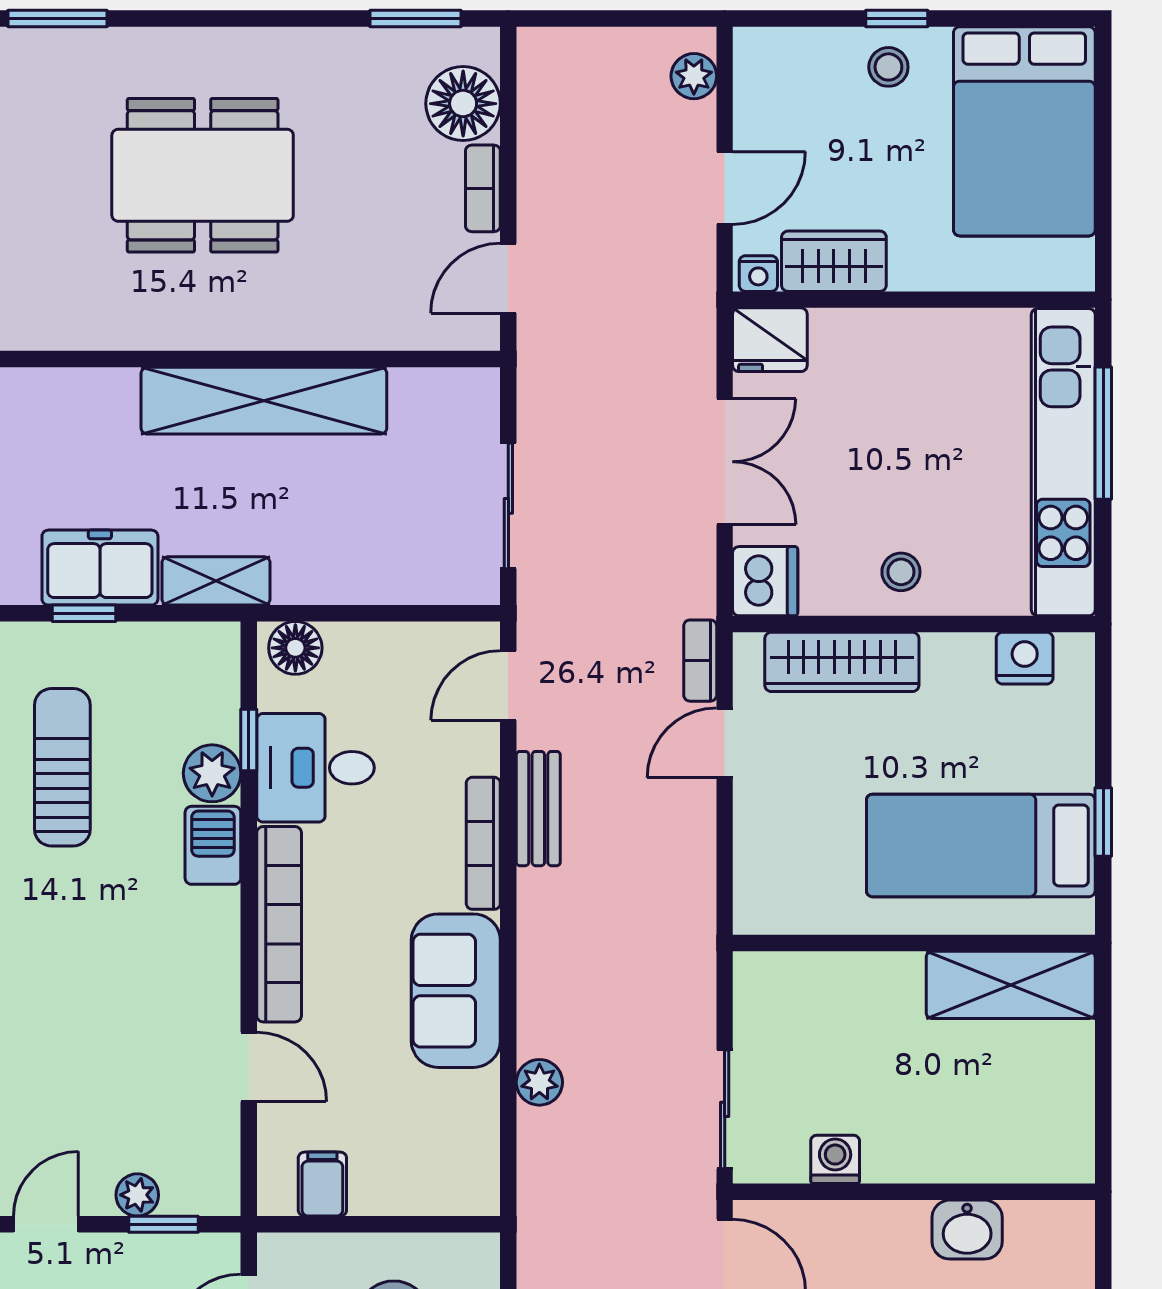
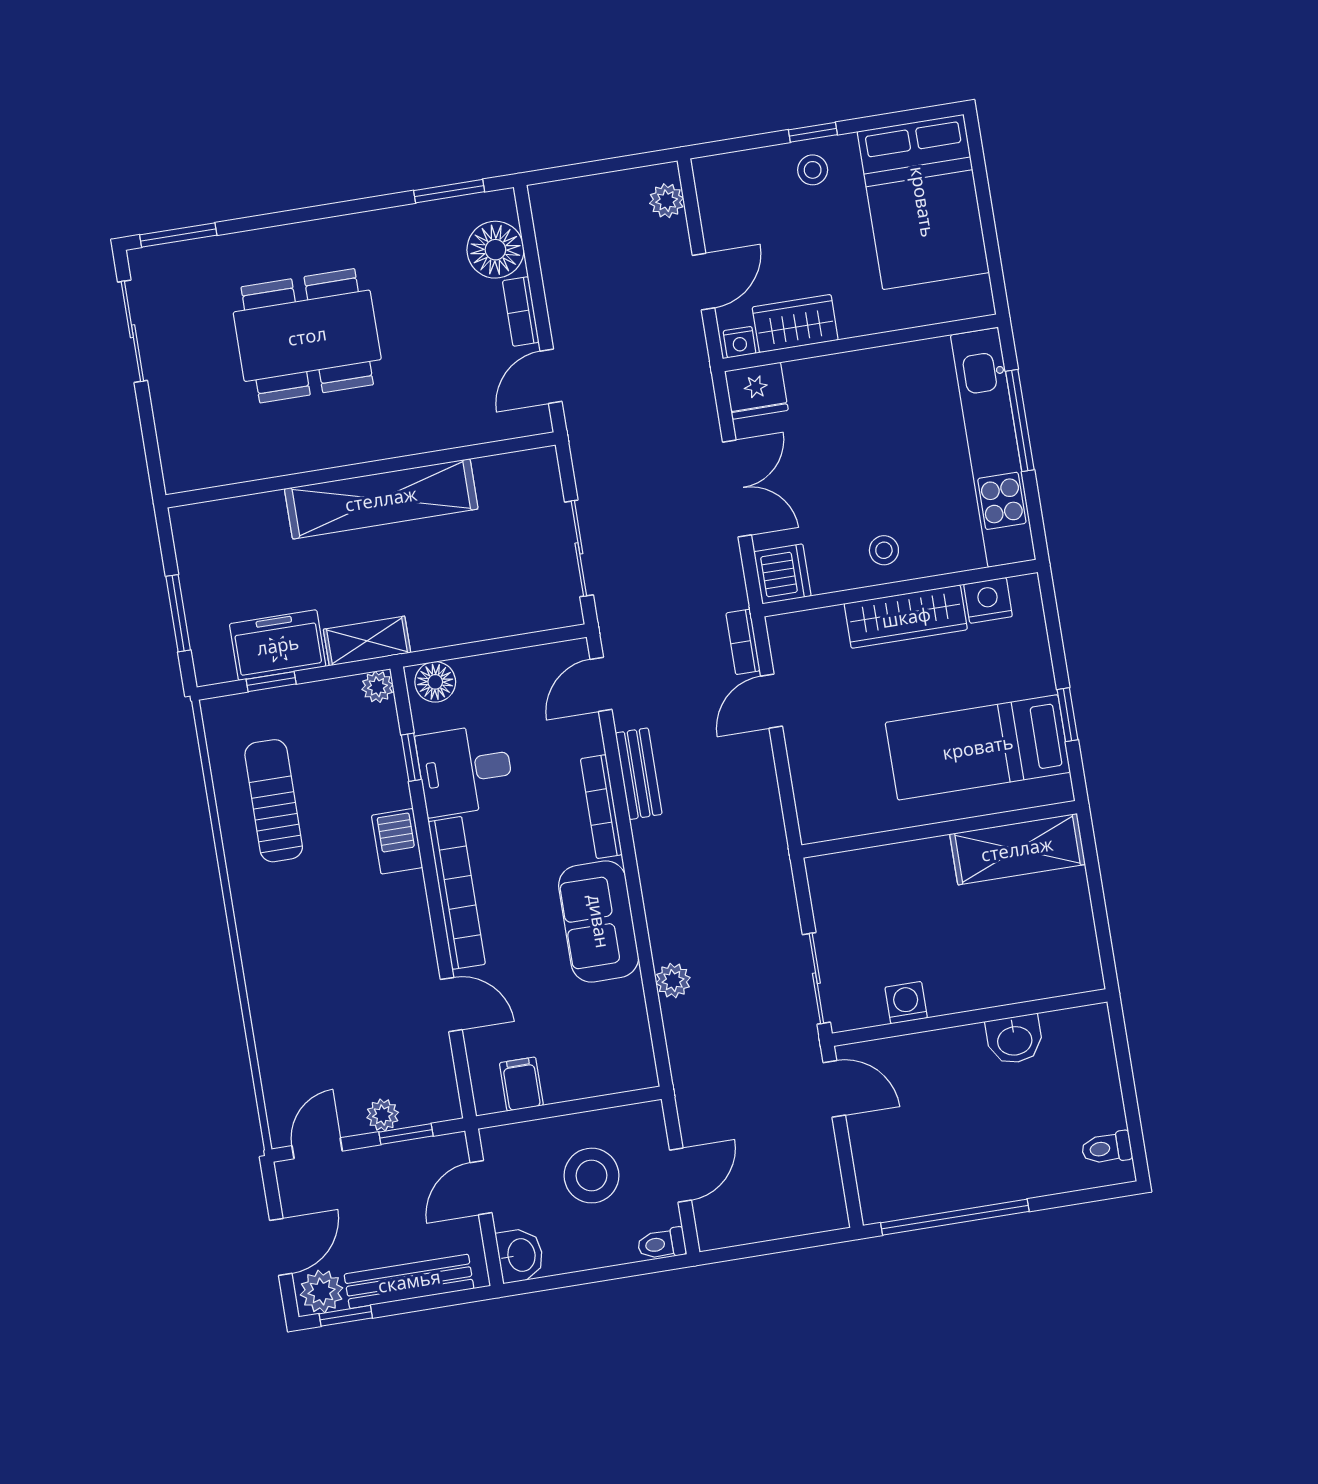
wardrobe: (842, 662) -> (906, 617), moved
plant: (212, 773) -> (377, 687), moved, width x0.73, depth x0.73

